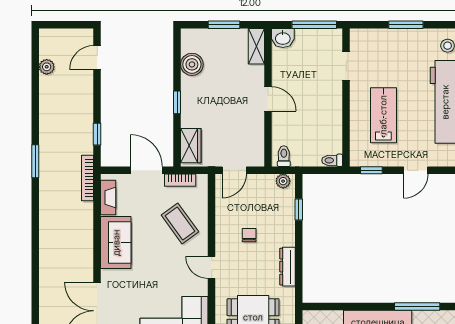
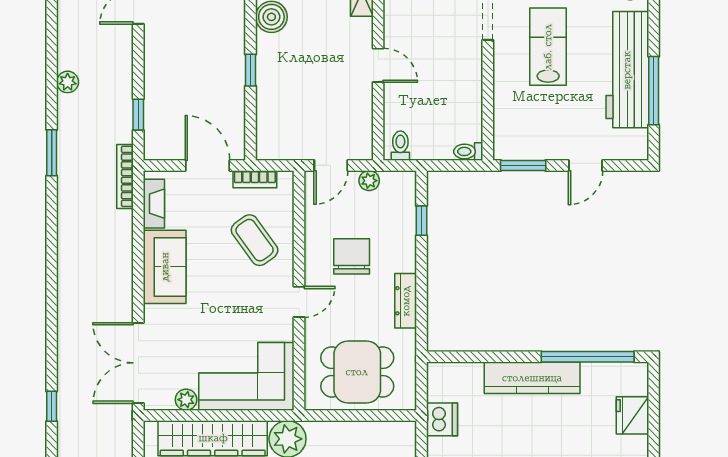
plant: (47, 67) -> (68, 82), moved
lab bench: (383, 115) -> (548, 47), moved
wardrobe: (191, 146) -> (270, 131), removed
window: (371, 170) -> (523, 165), width x1.50
plant: (283, 181) -> (369, 181), moved
chair: (249, 235) -> (352, 256), width x1.87, depth x1.87
door: (212, 267) -> (299, 302), swing flipped
window: (417, 307) -> (588, 357), width x1.46

